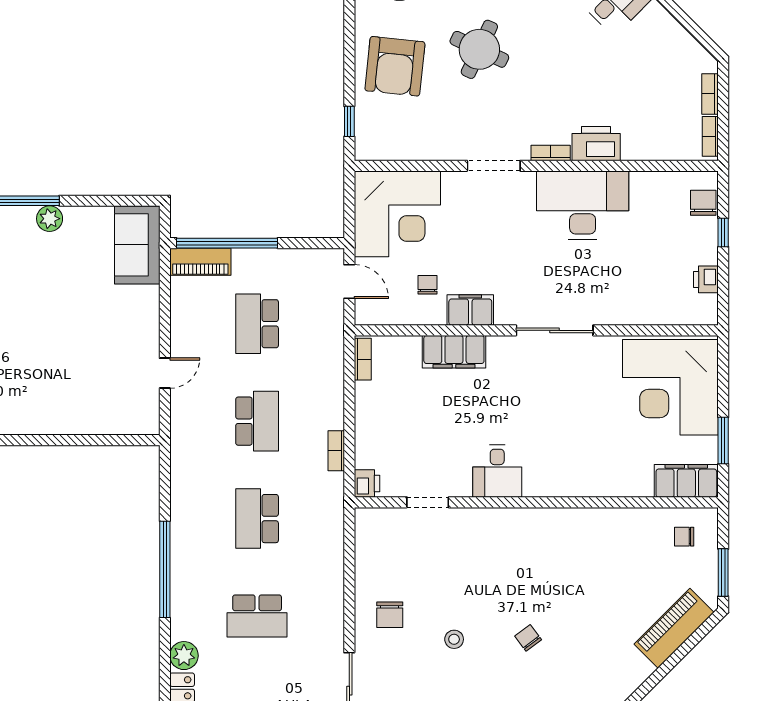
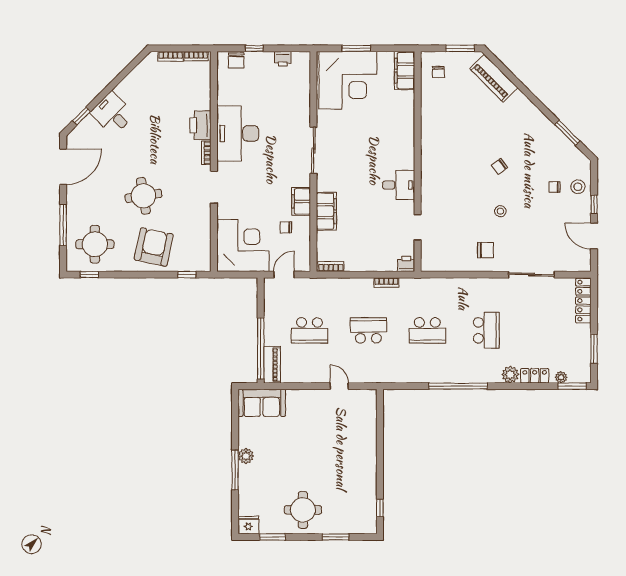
round table: (479, 49) -> (143, 196), turned -34
armchair: (395, 66) -> (154, 247), turned -84
chair: (703, 203) -> (236, 60), turned -90
window: (723, 441) -> (356, 48), moved

